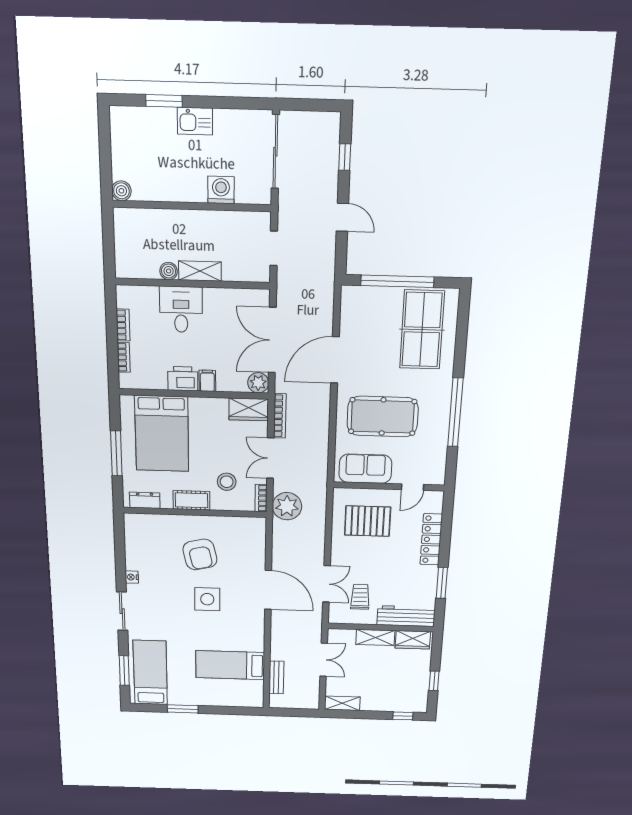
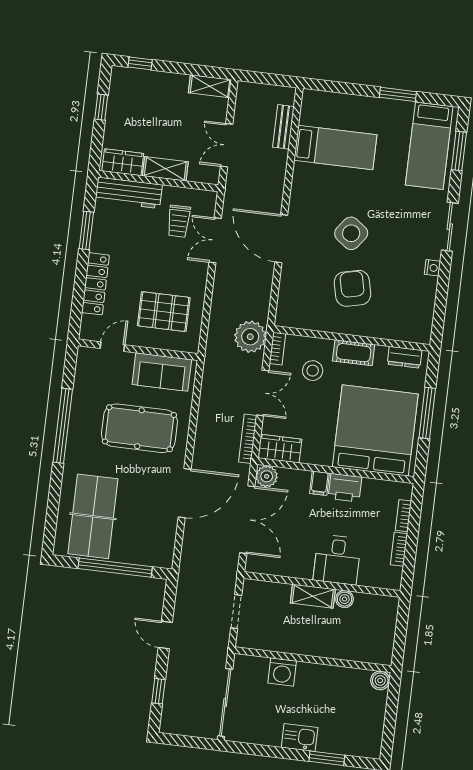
bed: (162, 434) -> (375, 430), width x1.36
side table: (207, 599) -> (351, 233), turned 37

